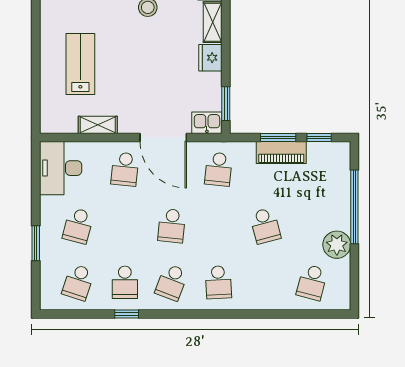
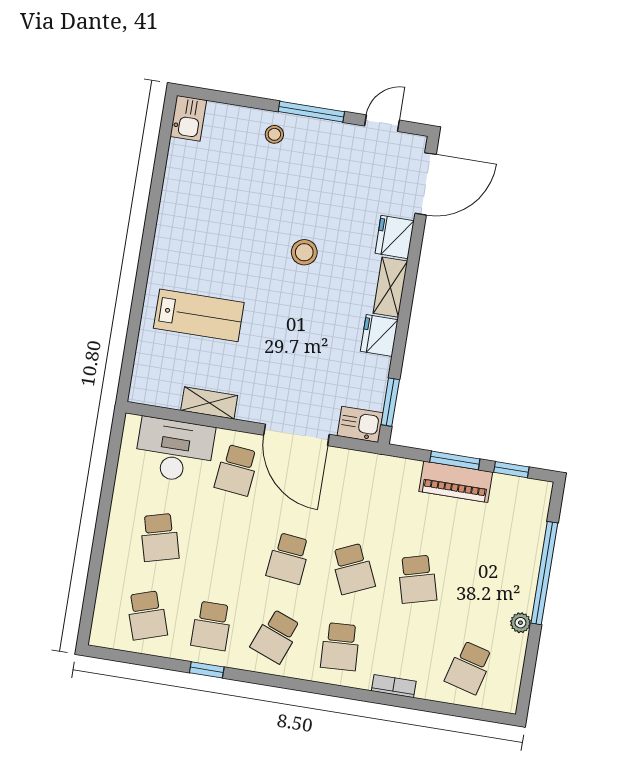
lab bench: (80, 64) -> (199, 315), turned 90
desk: (61, 168) -> (175, 450), moved, turned 90
school desk: (218, 169) -> (353, 569), moved, turned -30
school desk: (78, 226) -> (160, 537), turned -30
window: (36, 243) -> (97, 552), removed
plant: (337, 245) -> (520, 623), width x0.53, depth x0.53
school desk: (78, 282) -> (147, 615), turned -36
bookcase: (261, 304) -> (394, 686), added

